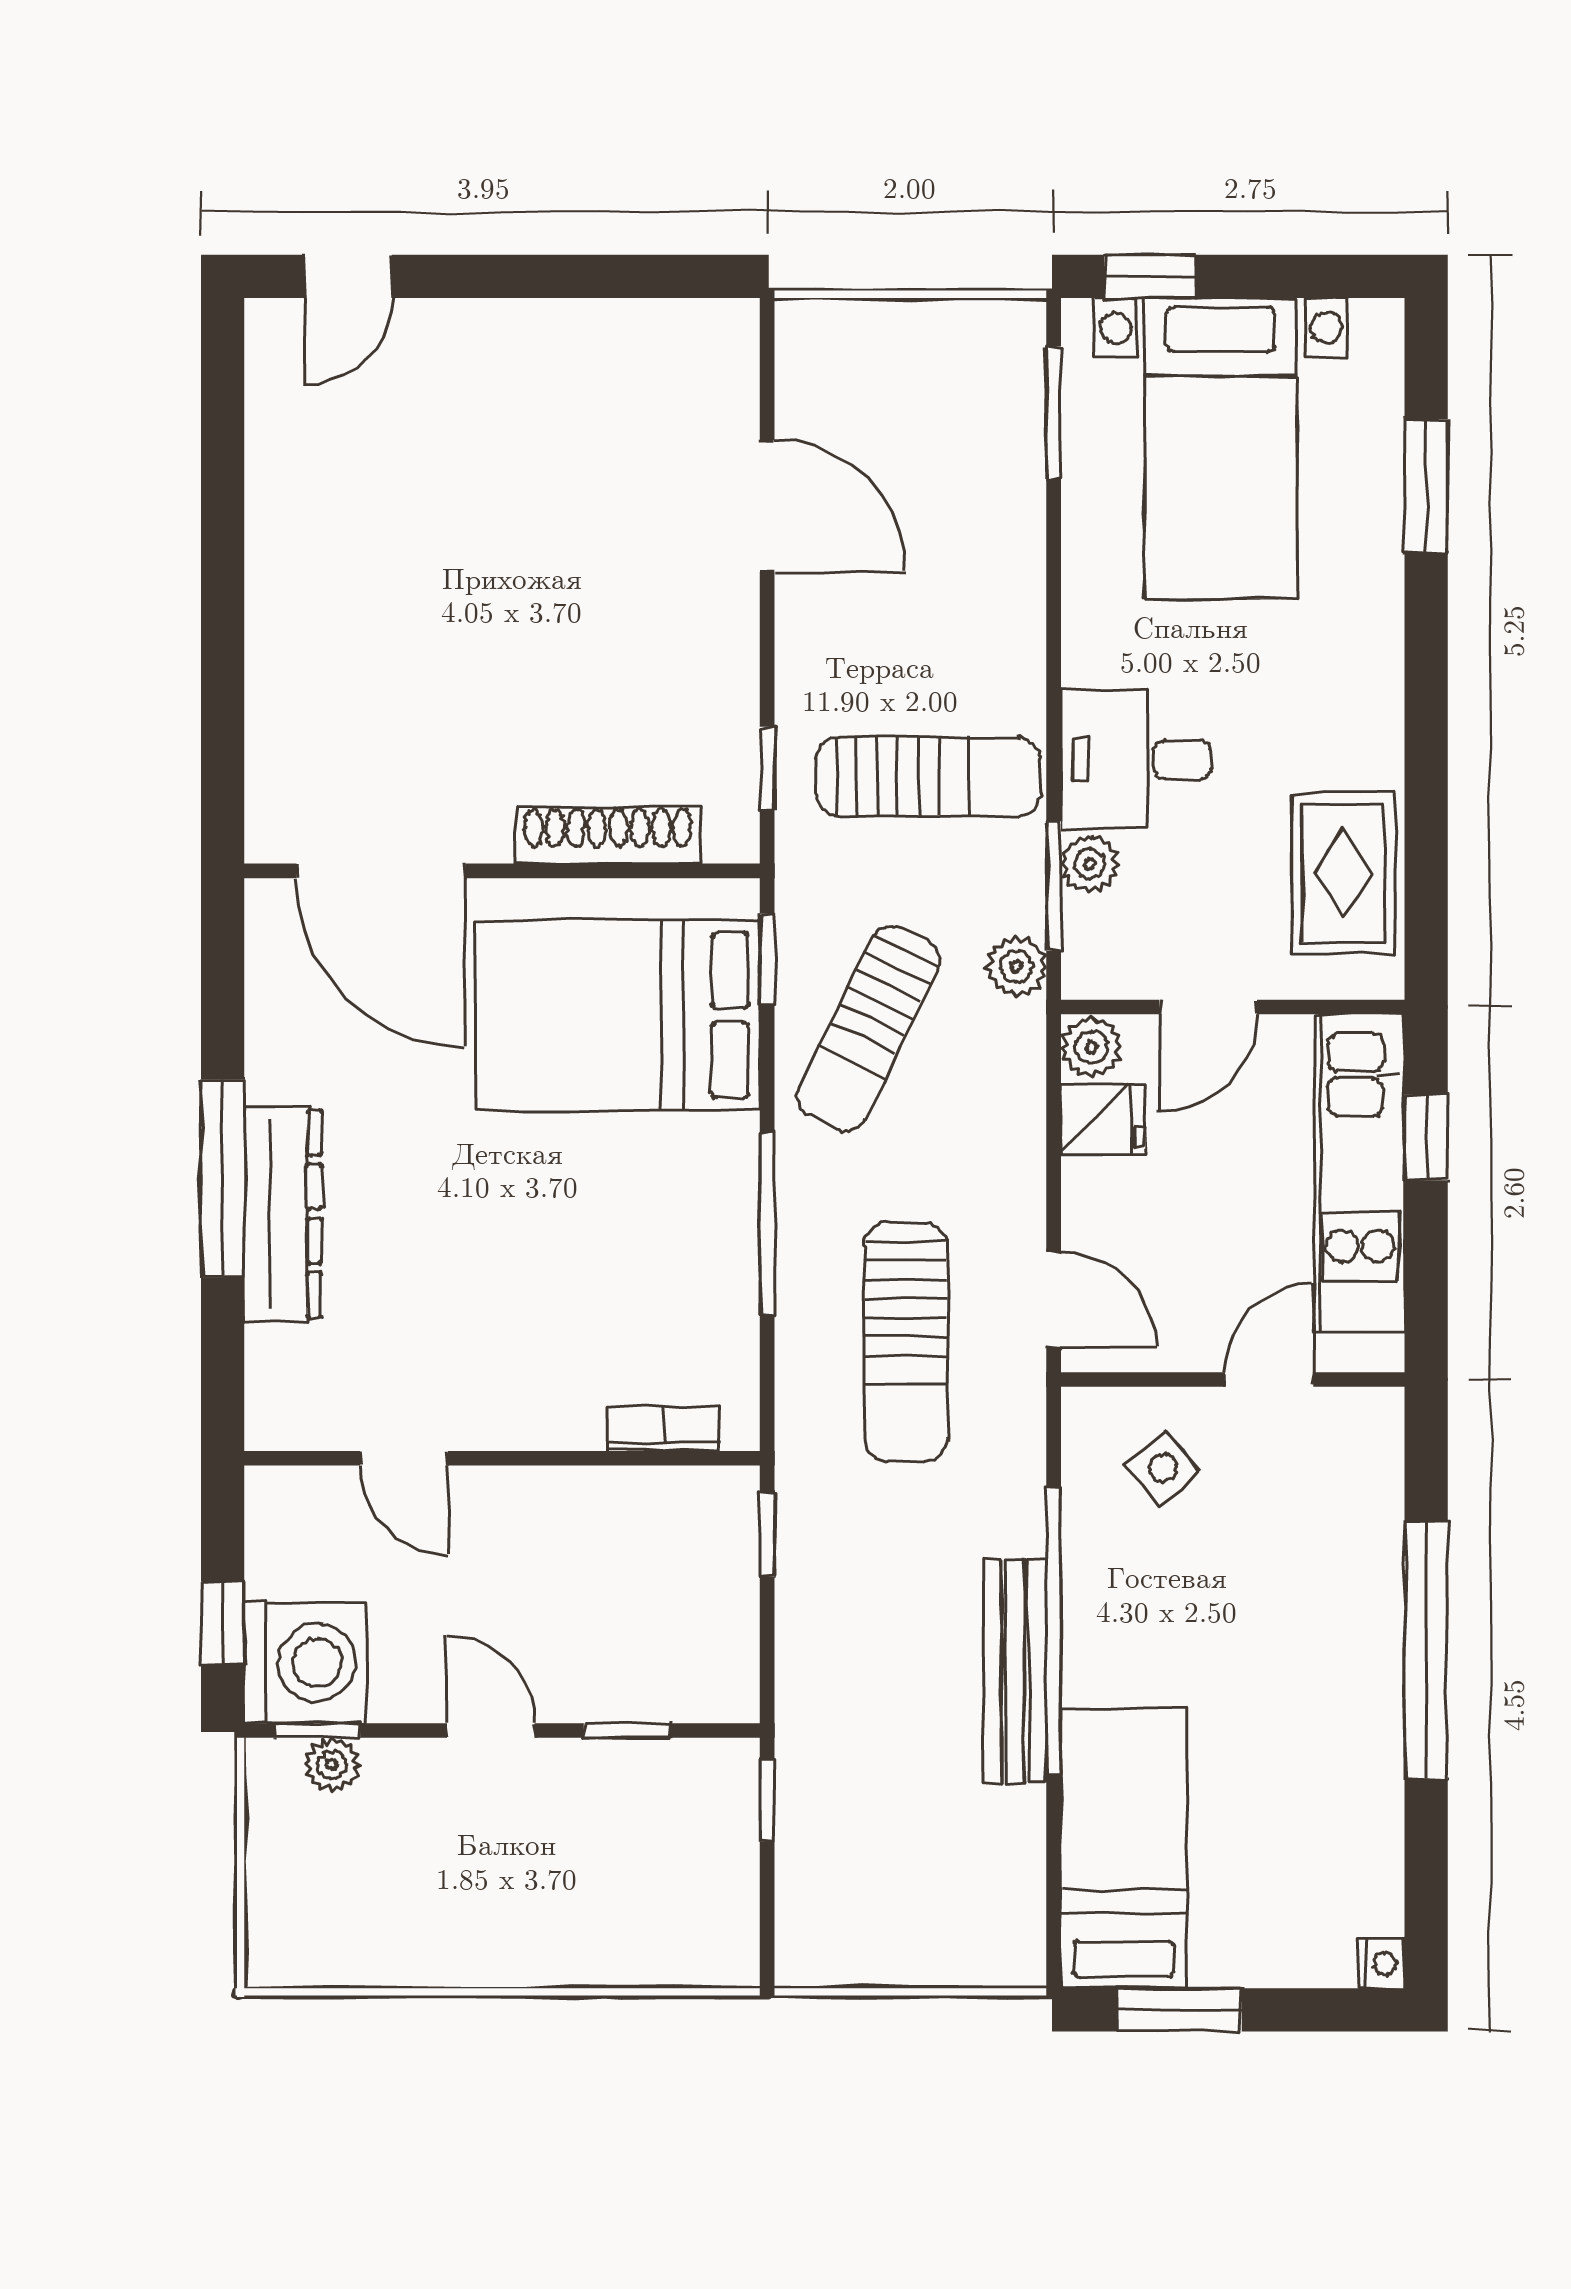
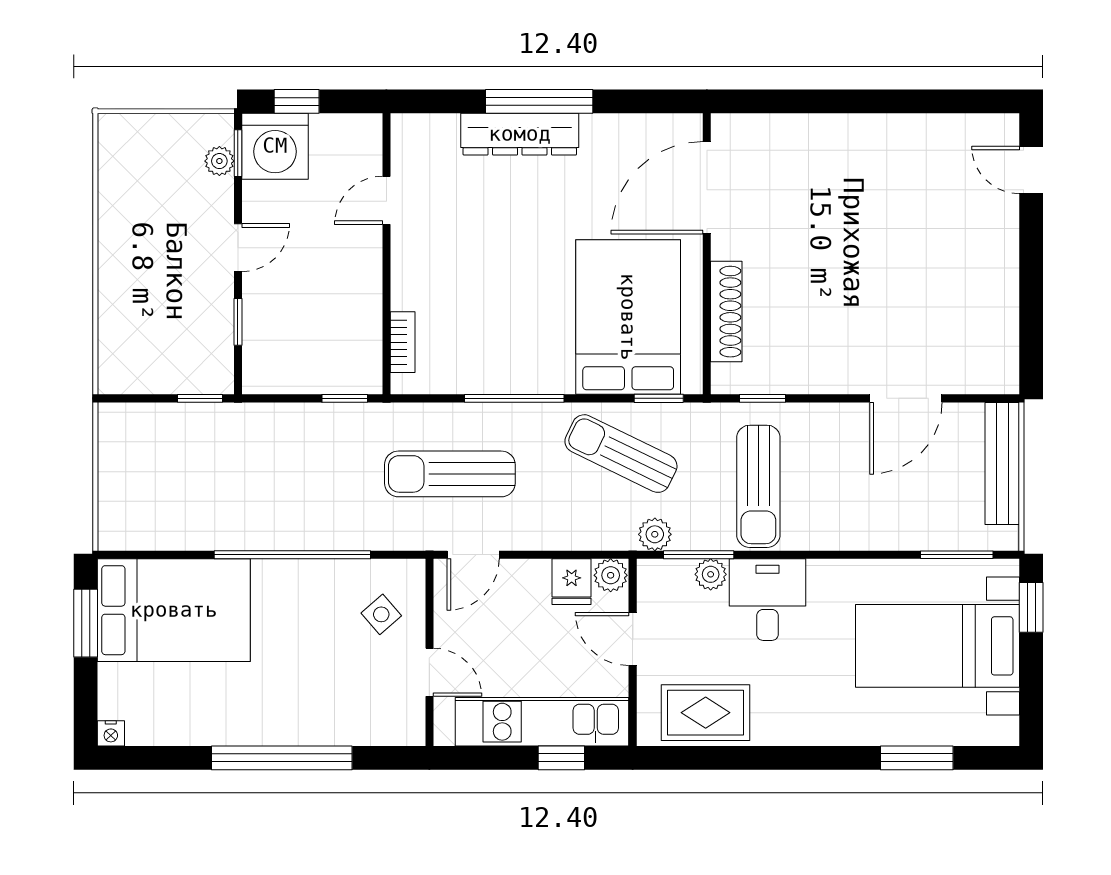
bench: (1015, 1672) -> (1002, 464), moved, turned 90
bed: (1124, 1848) -> (174, 610), width x1.50

